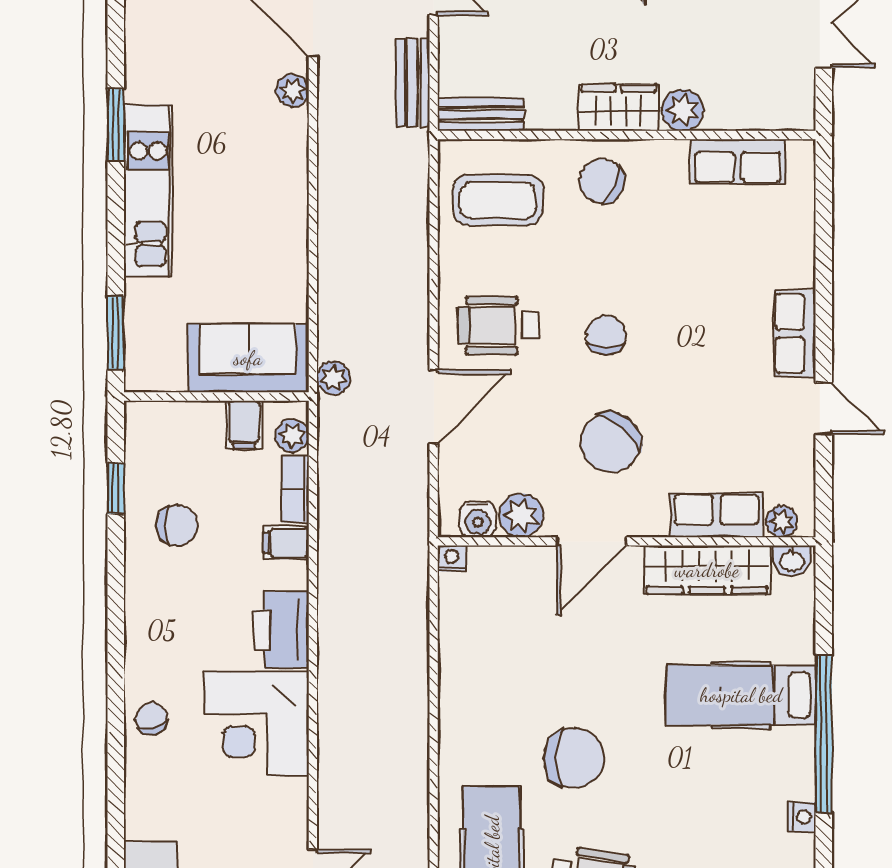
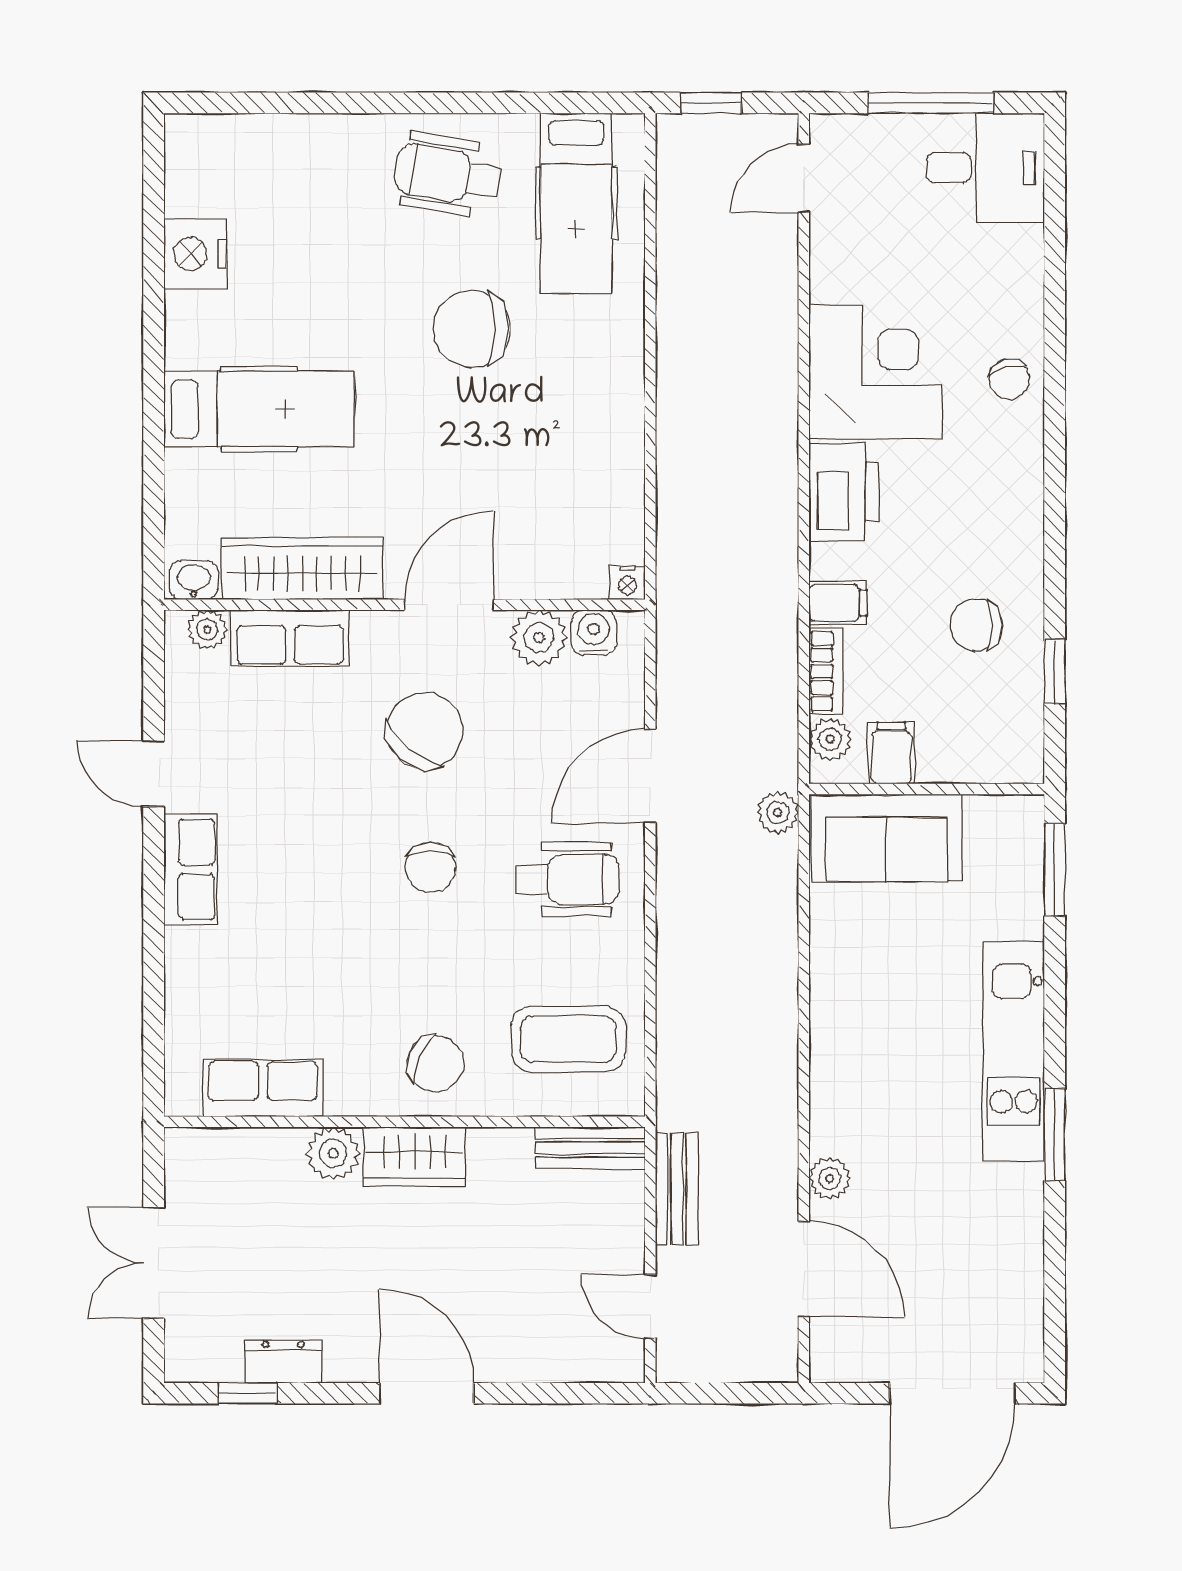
window: (824, 734) -> (154, 360), removed
nightstand: (802, 817) -> (195, 254), width x1.89, depth x1.79

